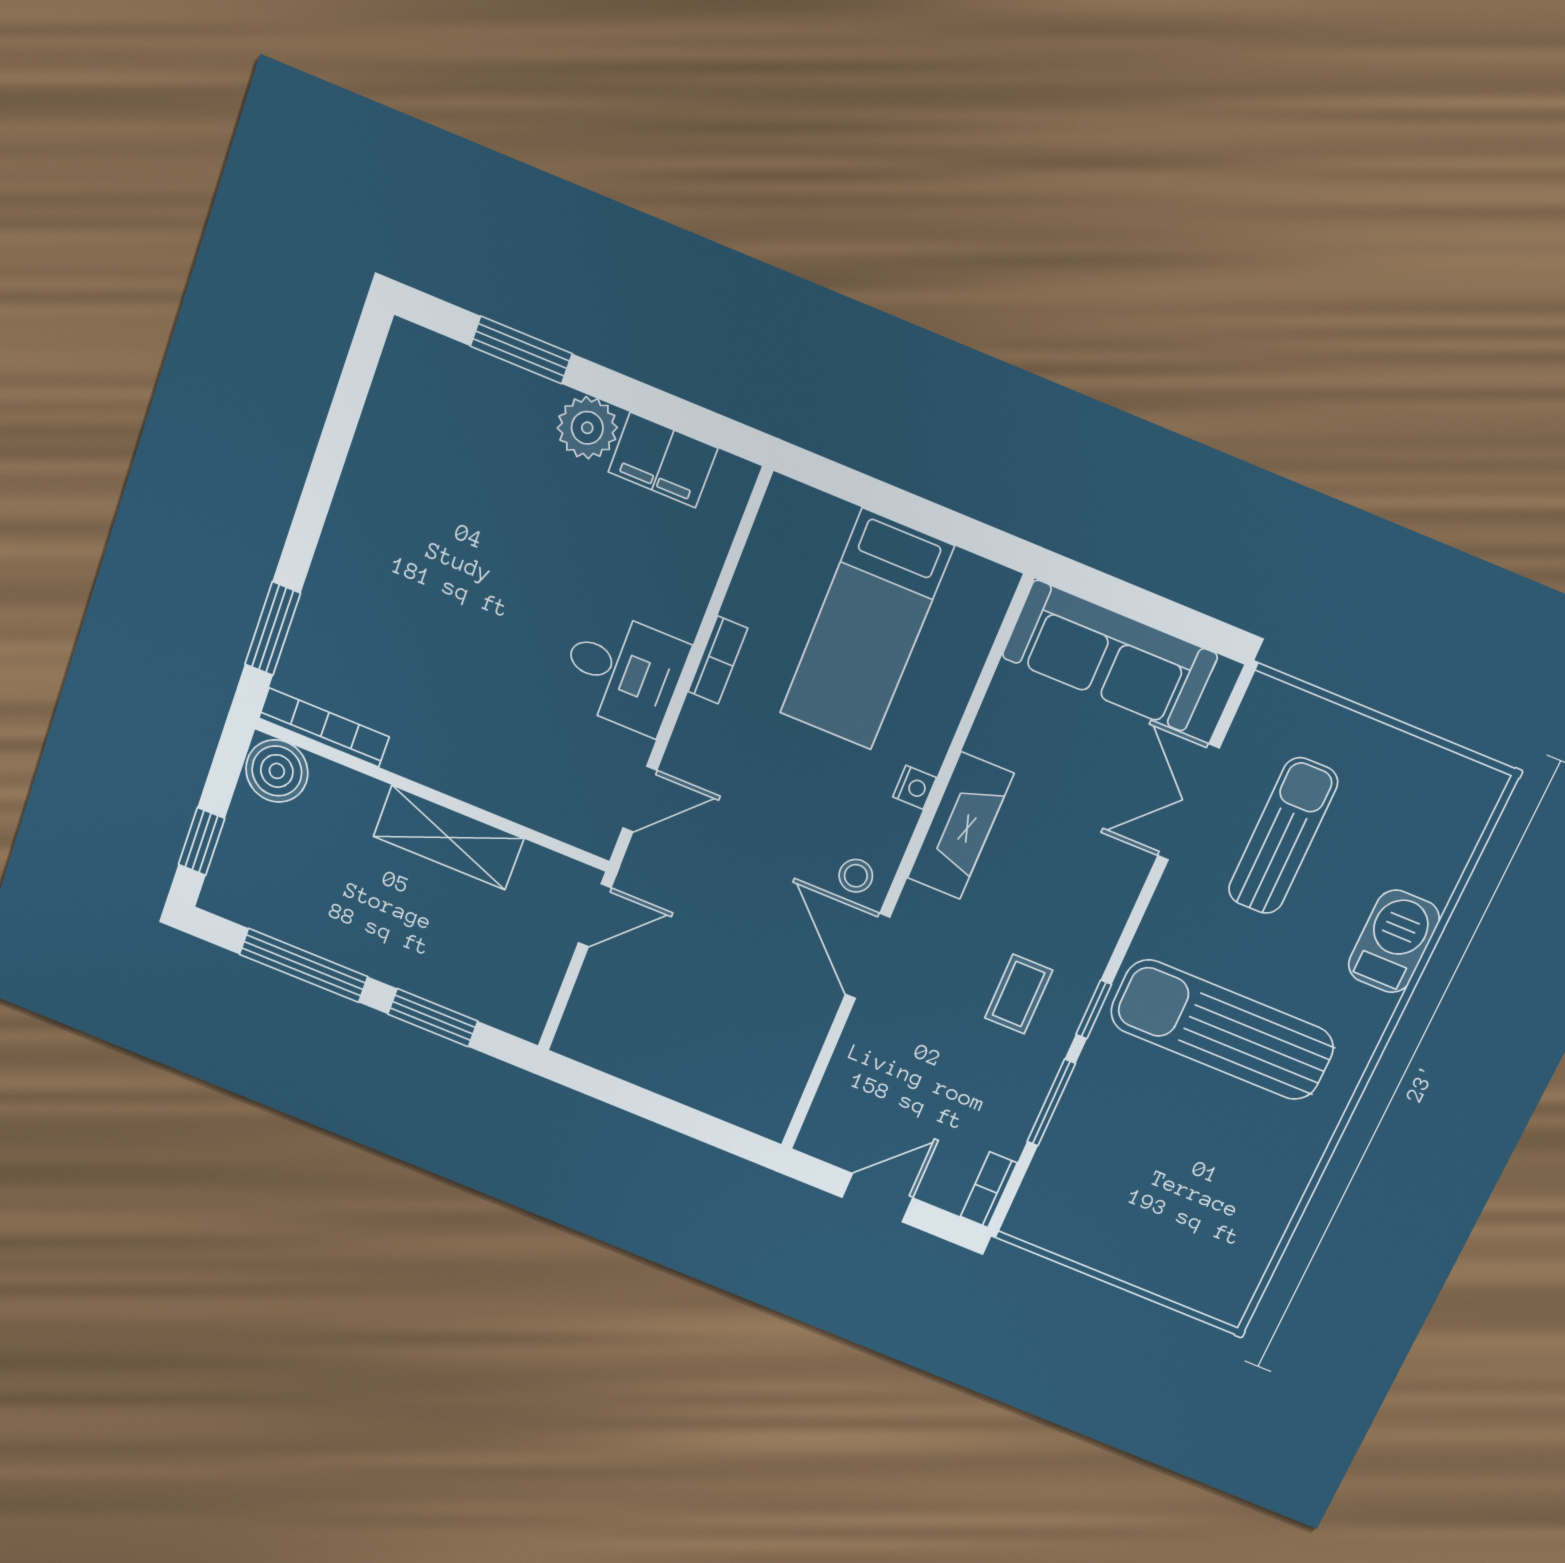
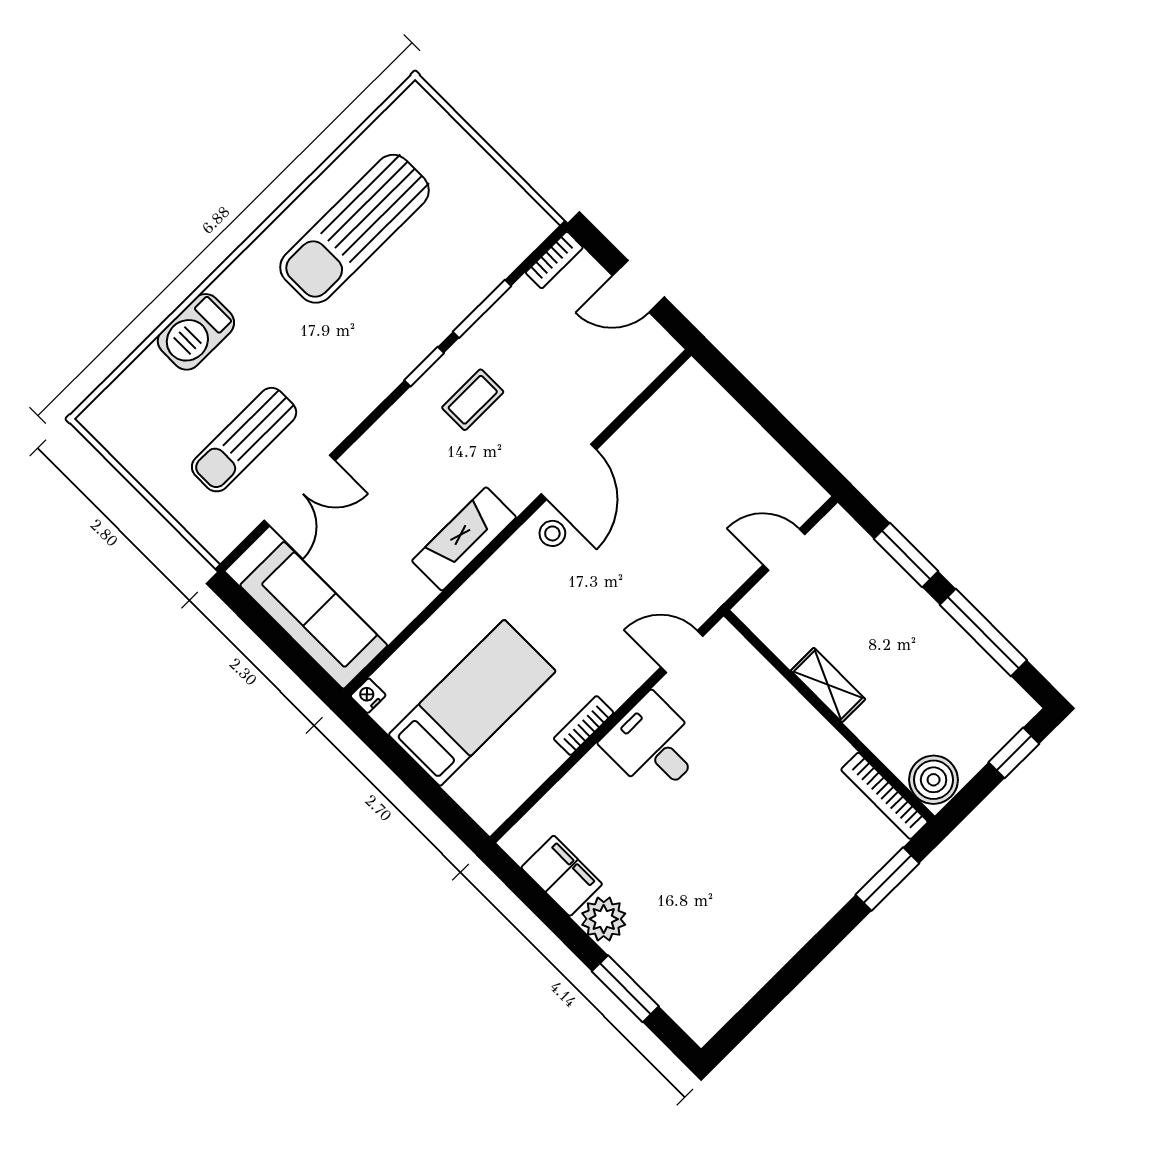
nightstand: (915, 787) -> (368, 696), moved
shelving: (449, 838) -> (828, 685), width x0.67, depth x0.75
door: (595, 915) -> (784, 550), moved
sun lounger: (1222, 1030) -> (354, 229), moved, turned 90

